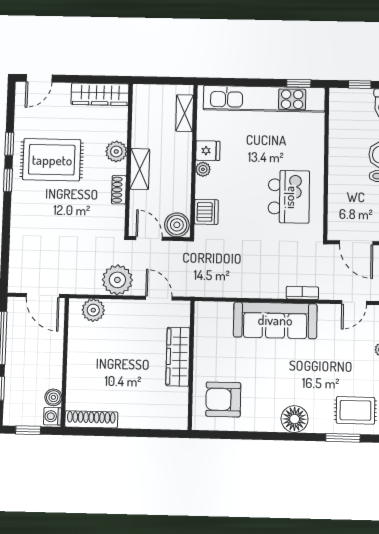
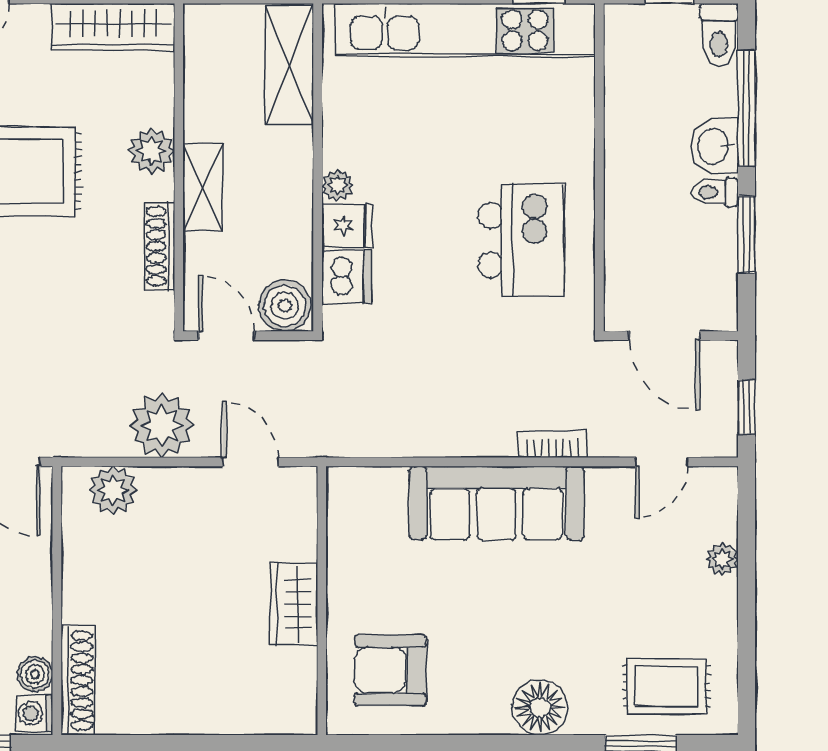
shelving: (185, 113) -> (290, 65), width x1.50, depth x1.33
fridge: (208, 151) -> (347, 226), moved
shoe rack: (119, 190) -> (160, 246), width x1.43
wardrobe: (178, 357) -> (294, 604), width x0.67
shoe rack: (91, 419) -> (78, 680), moved, turned 90

